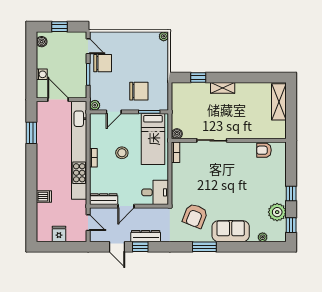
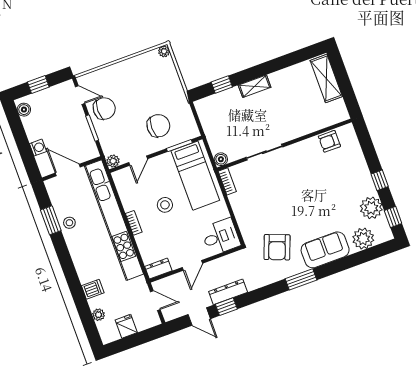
stool: (45, 140) -> (69, 223), added
dresser: (104, 199) -> (158, 269), width x0.70
plant: (41, 217) -> (99, 315), added
plant: (263, 237) -> (363, 239), width x1.88, depth x1.88

